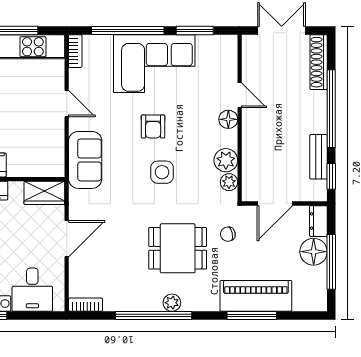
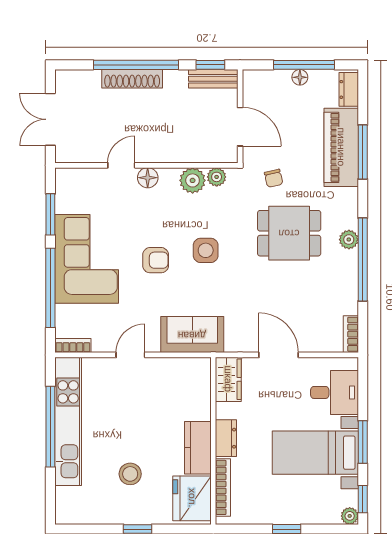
shoe rack: (319, 62) -> (132, 79), moved
bench: (319, 157) -> (213, 79), moved
dresser: (318, 221) -> (349, 89), moved, turned 90
dining table: (178, 248) -> (289, 233), turned 90
floor lamp: (314, 252) -> (300, 77), width x0.53, depth x0.53

